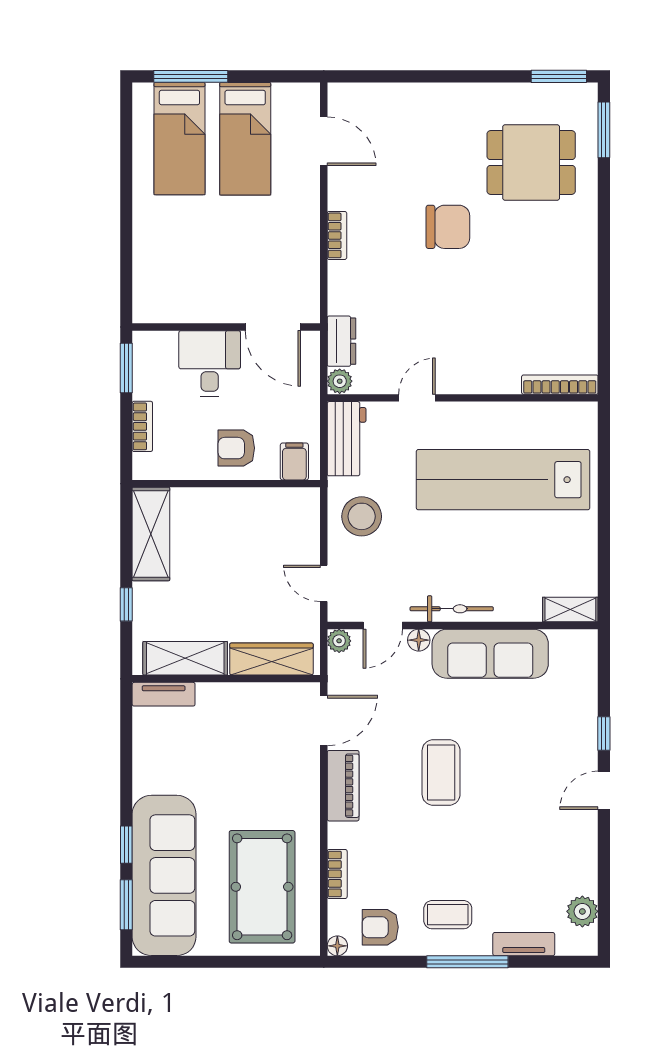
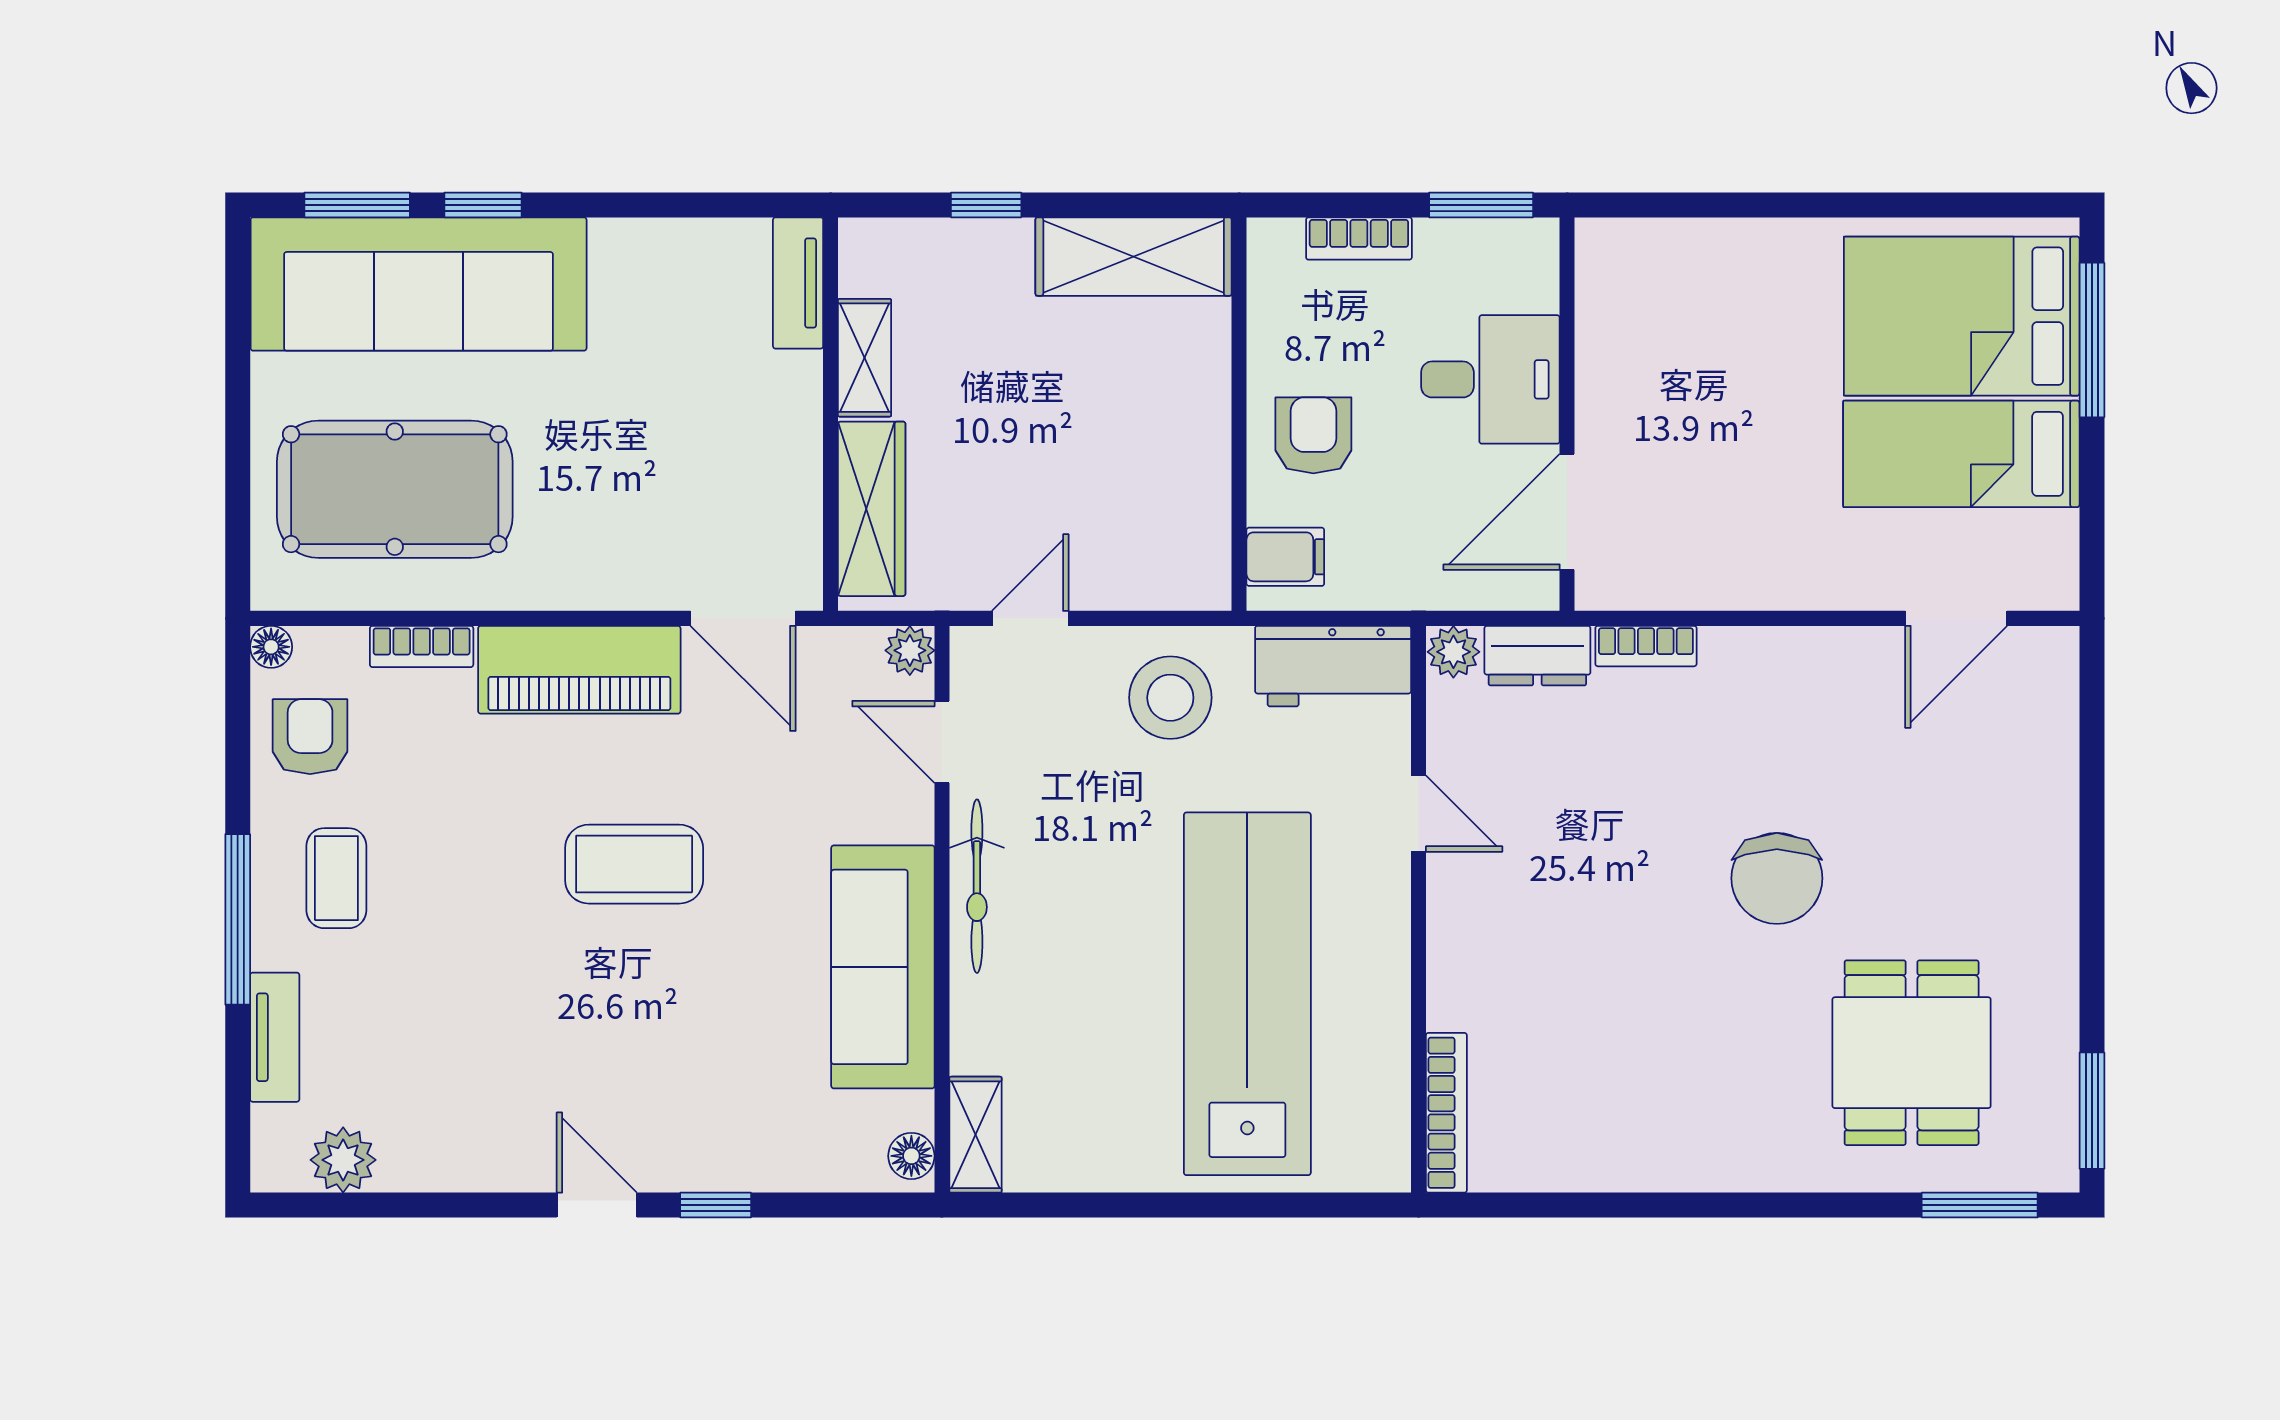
bed: (179, 139) -> (1962, 316), width x1.50
bookcase: (337, 235) -> (1646, 646), moved
floor lamp: (419, 640) -> (911, 1156), moved
shelving: (185, 658) -> (865, 358), width x0.67, depth x0.75
piano: (343, 786) -> (579, 670), width x1.37, depth x1.33

